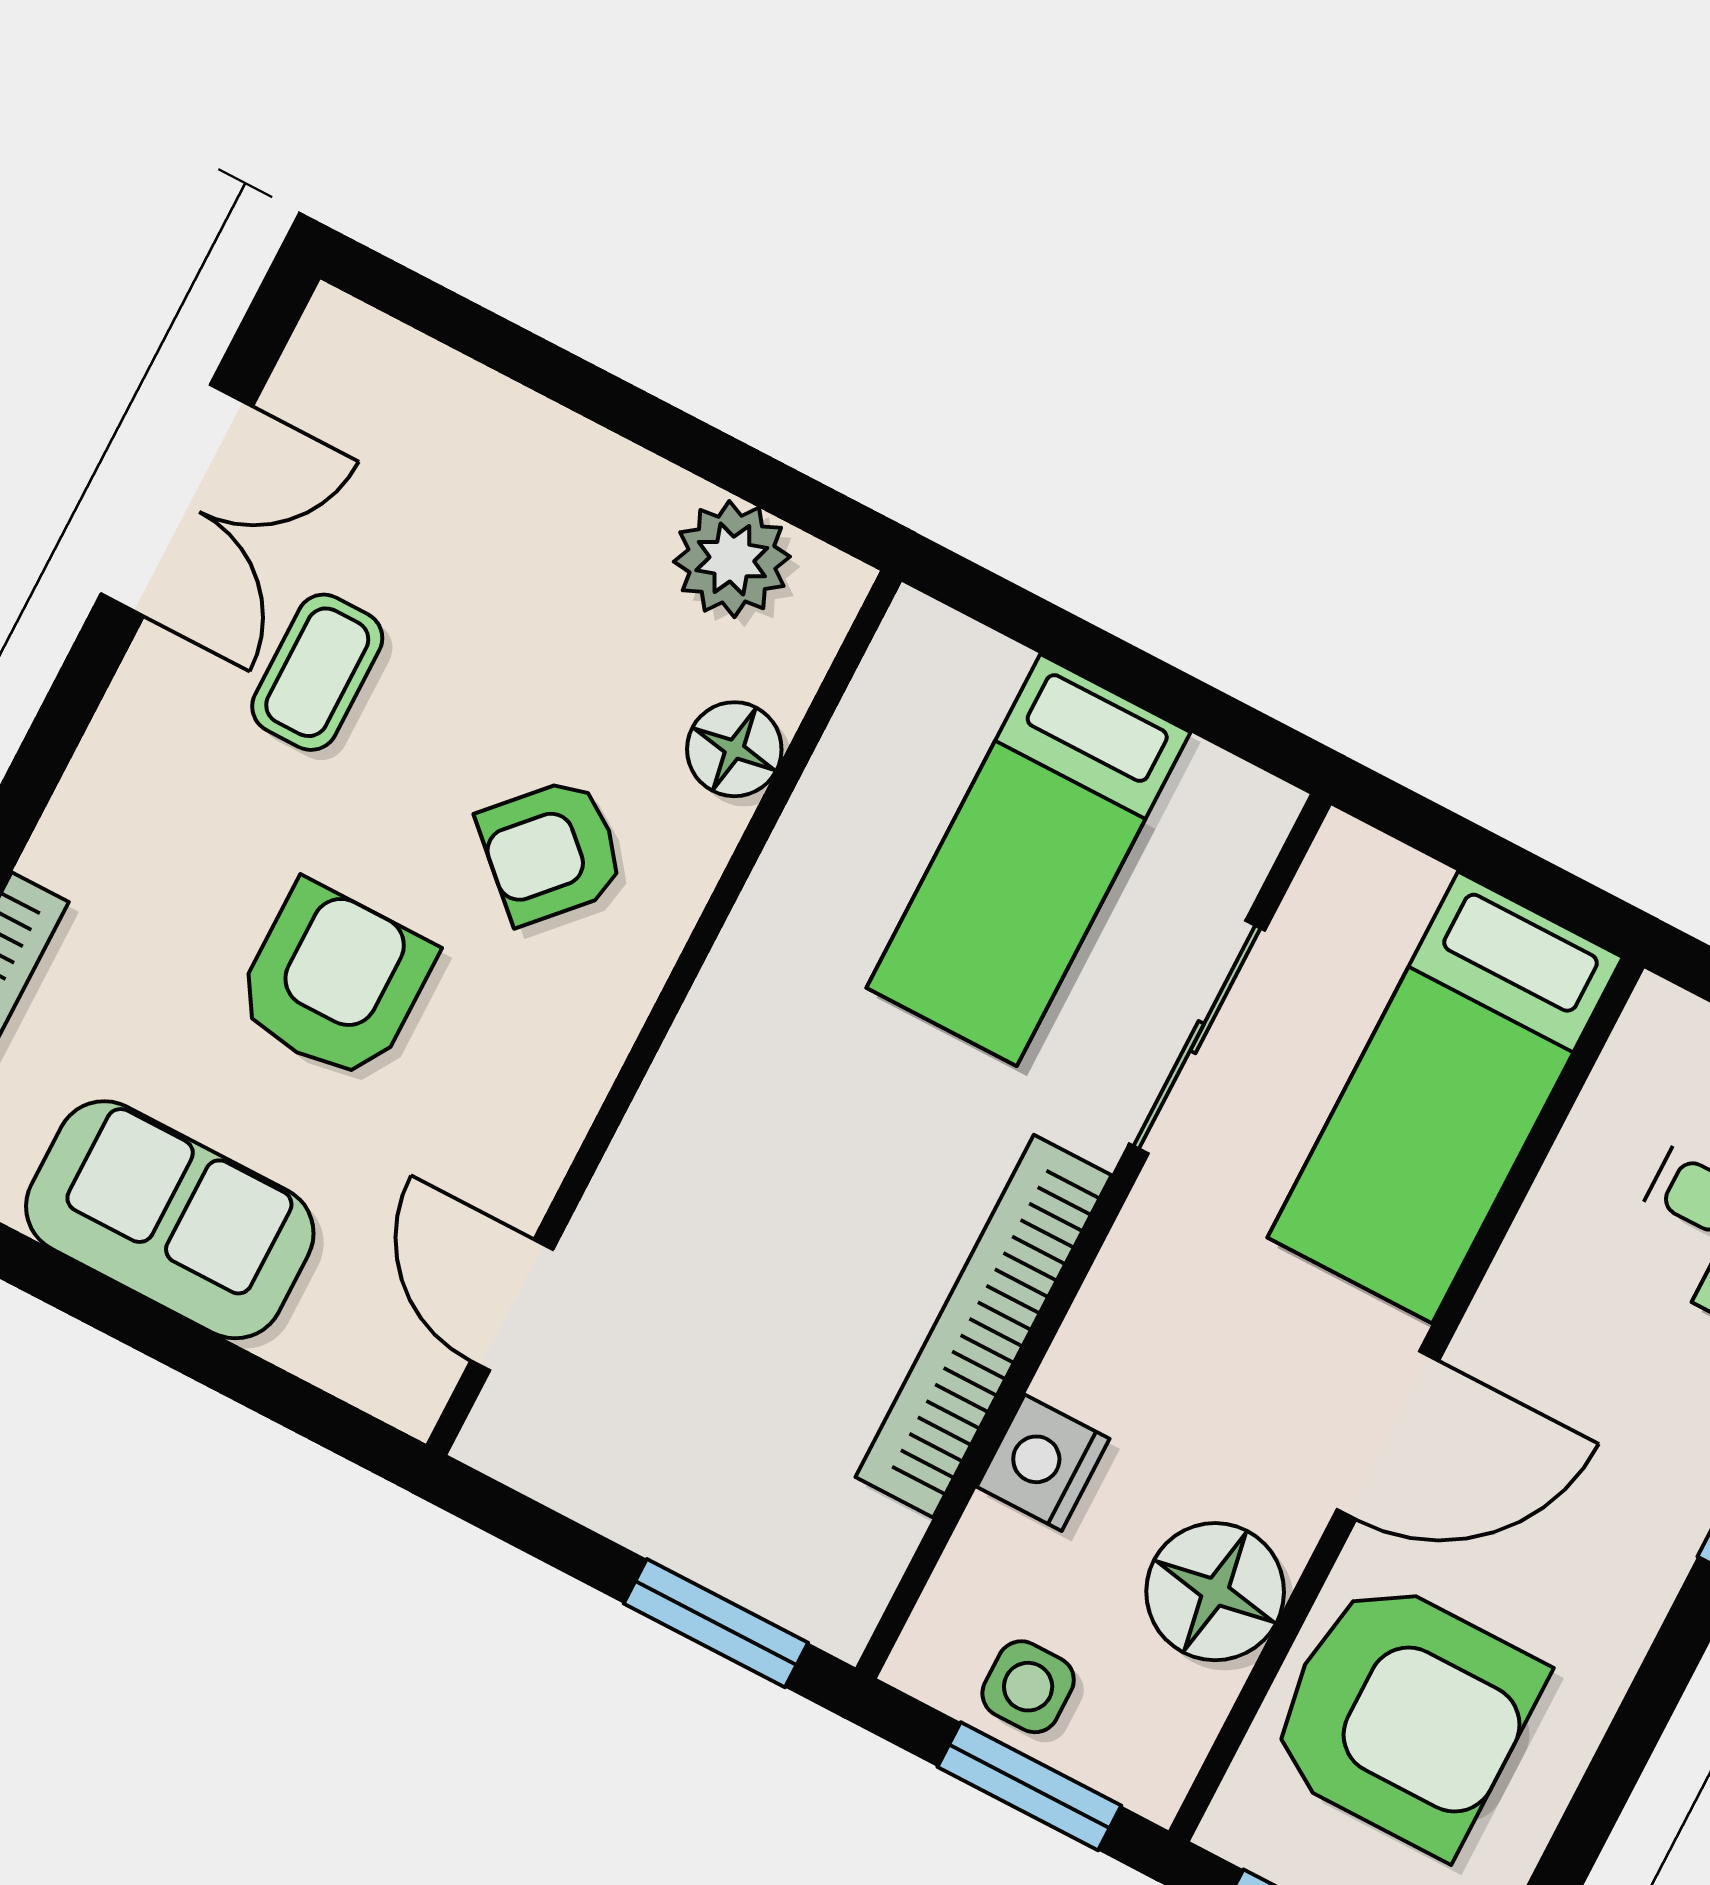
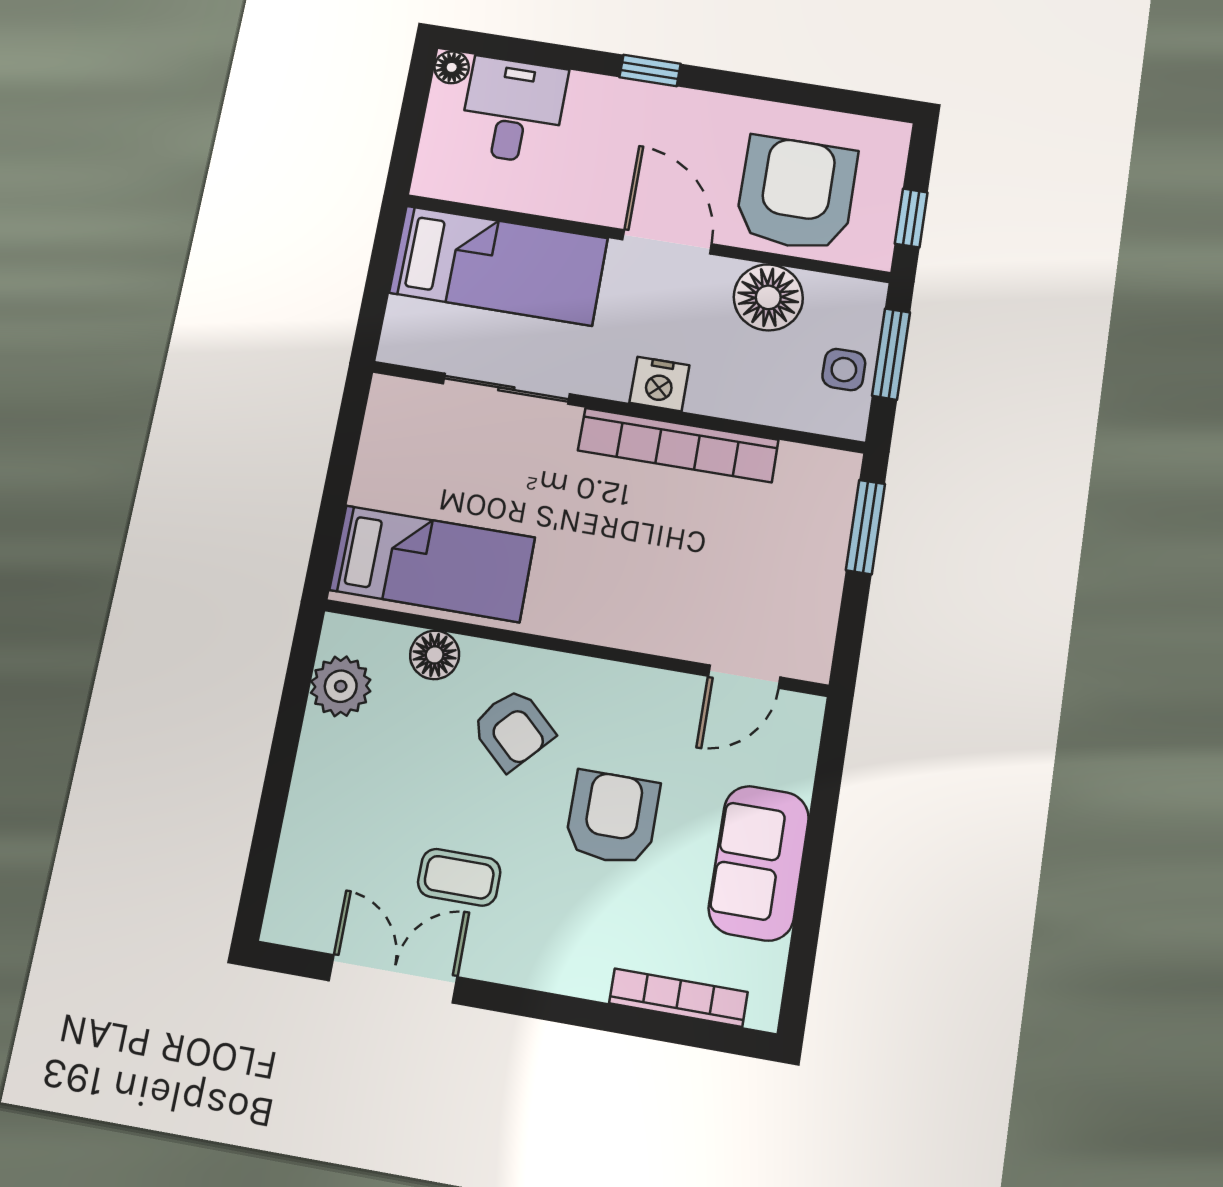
bed: (1029, 860) -> (432, 564), moved
armchair: (334, 982) -> (612, 818), turned 90
nightstand: (1043, 1463) -> (659, 384), moved

